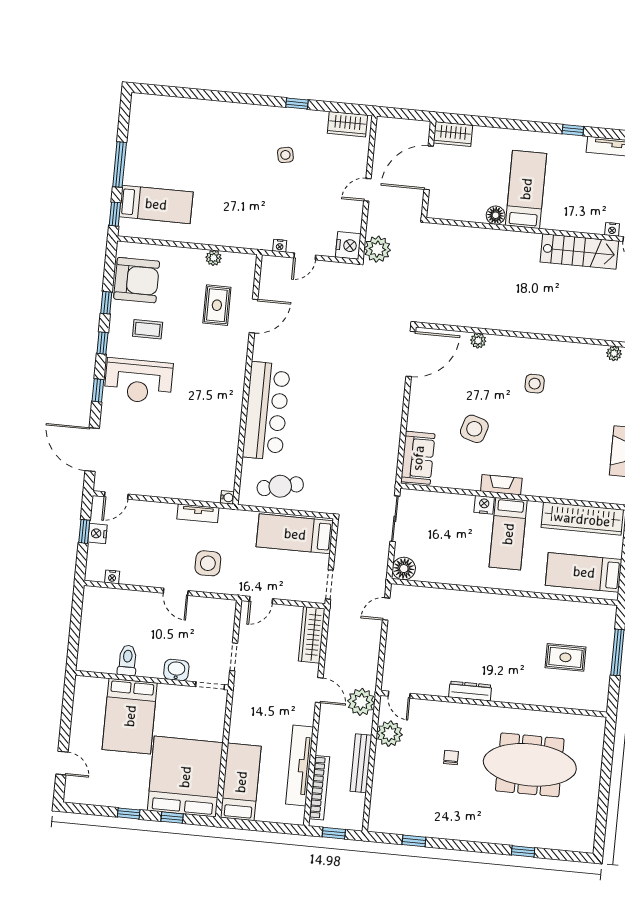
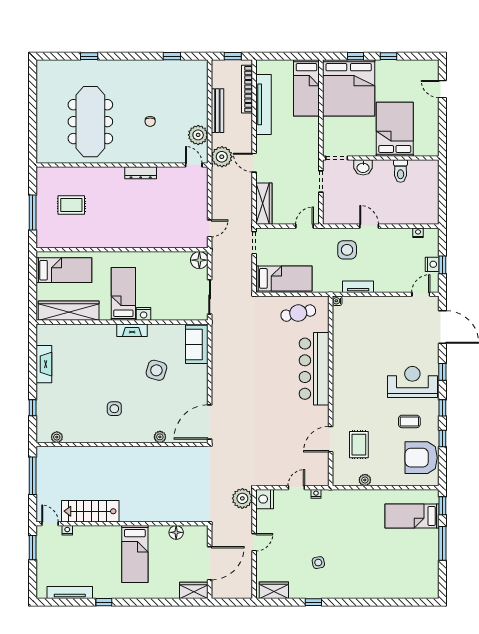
floor lamp: (496, 215) -> (176, 532), moved
meeting table: (530, 765) -> (90, 122), turned 90

